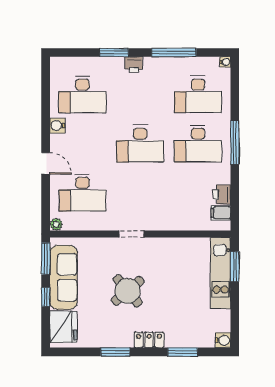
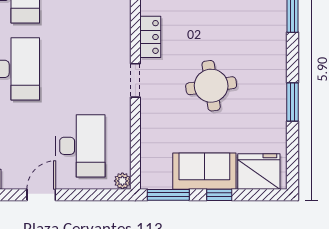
sofa: (64, 277) -> (204, 171), width x0.73
round table: (128, 291) -> (211, 86), turned 32
locker: (149, 340) -> (150, 37), moved, turned 180

